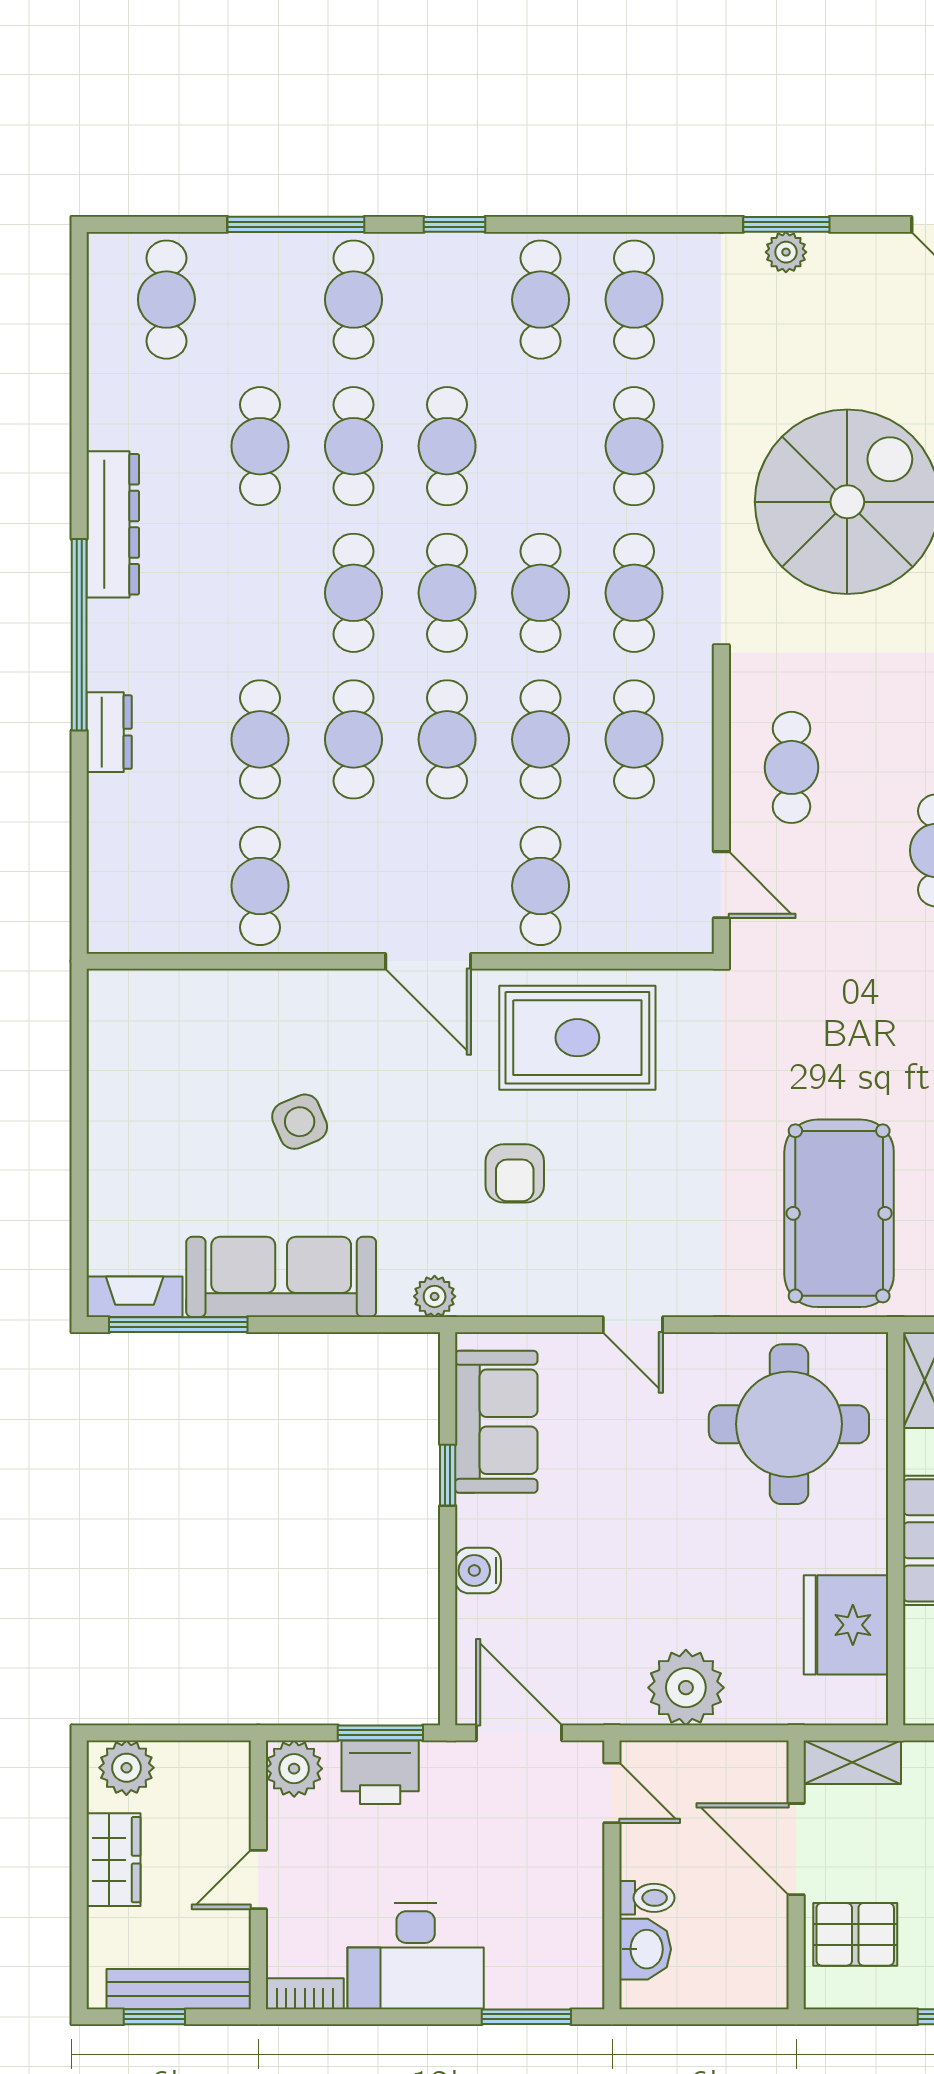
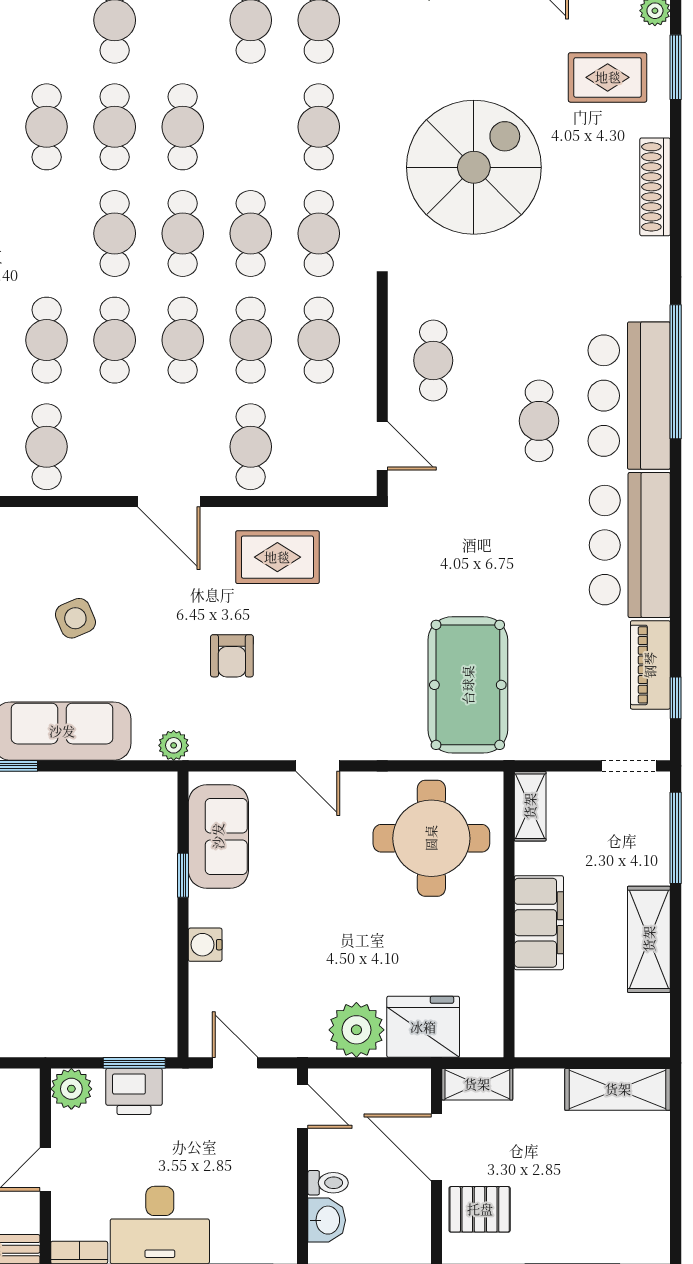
rug: (577, 1038) -> (277, 557), width x0.73, depth x0.70
fridge: (846, 1625) -> (423, 1027), moved, turned 90
door: (519, 1733) -> (235, 1063), width x0.73

